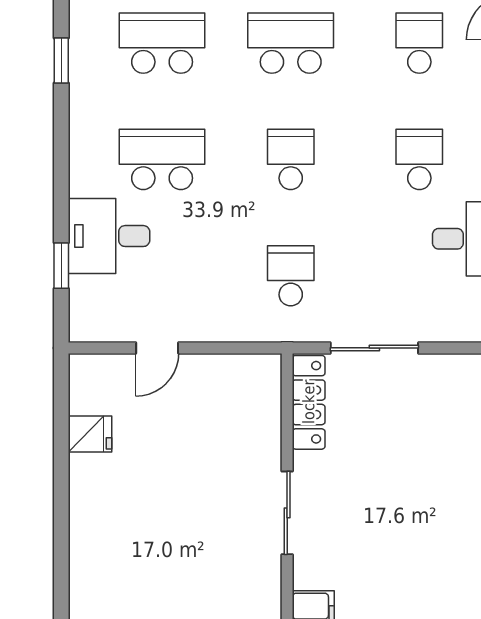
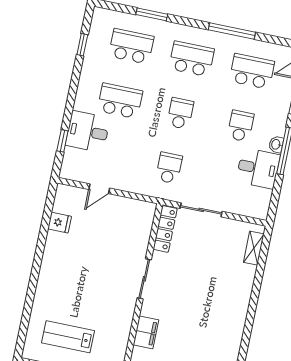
school desk: (419, 43) -> (252, 71), width x1.85

